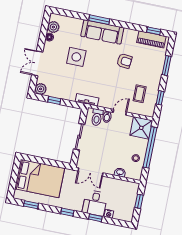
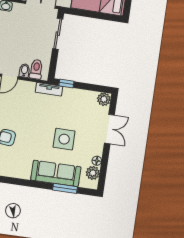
window: (99, 20) -> (65, 188), moved
sofa: (102, 32) -> (56, 173), moved
window: (54, 100) -> (66, 83), moved
sliding door: (79, 137) -> (58, 34), moved

